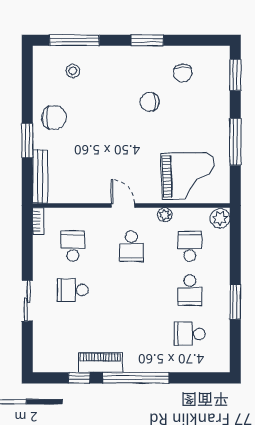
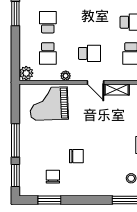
window: (147, 40) -> (49, 200), moved
window: (235, 142) -> (15, 140), moved
shelving: (93, 195) -> (117, 90), added
school desk: (131, 246) -> (89, 53), turned 90

